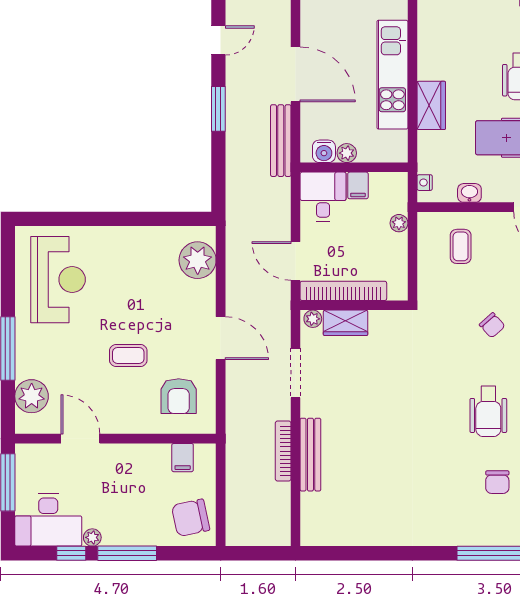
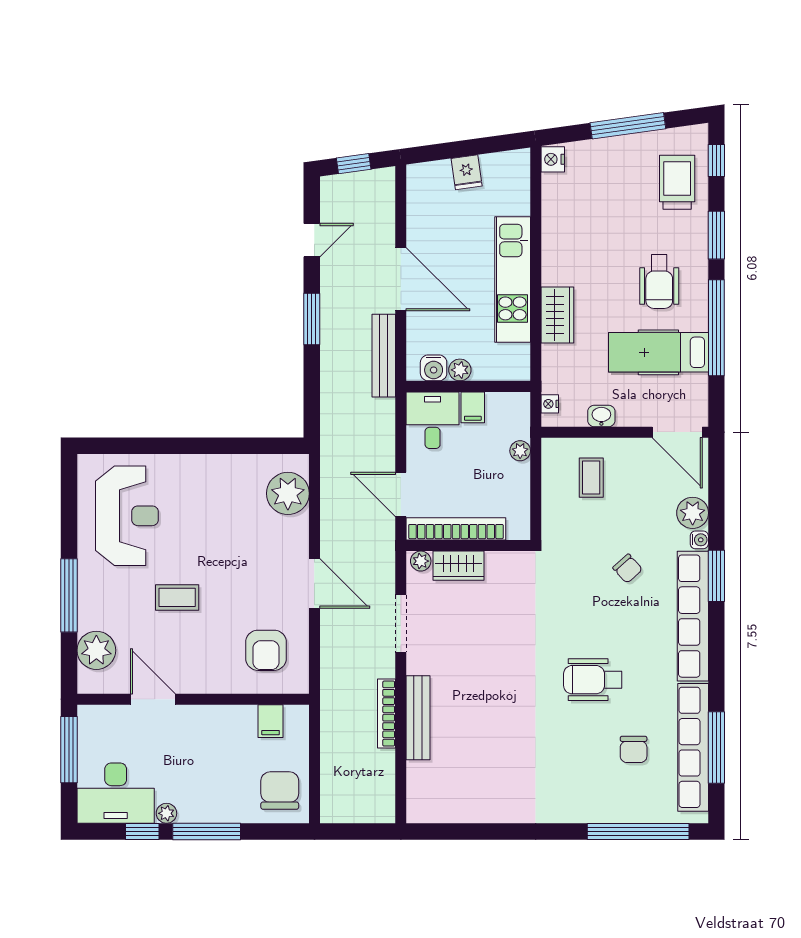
coffee table: (128, 355) -> (177, 597), moved
wheelchair: (488, 411) -> (593, 680), moved, turned 90
chair: (191, 518) -> (280, 791), turned 102

